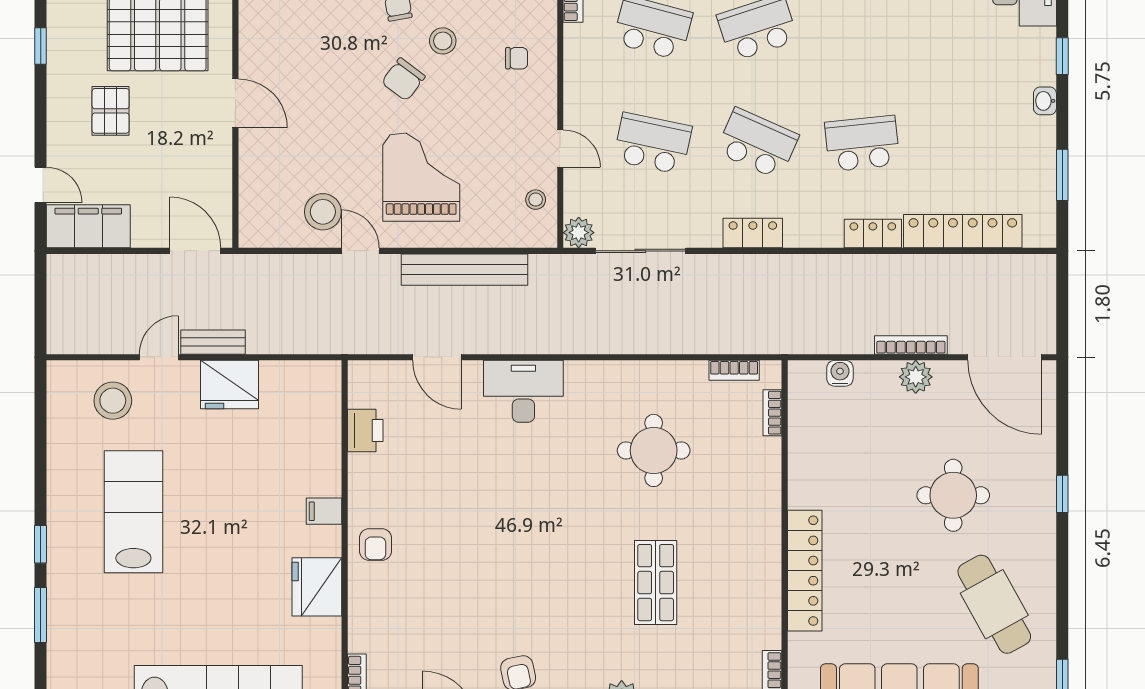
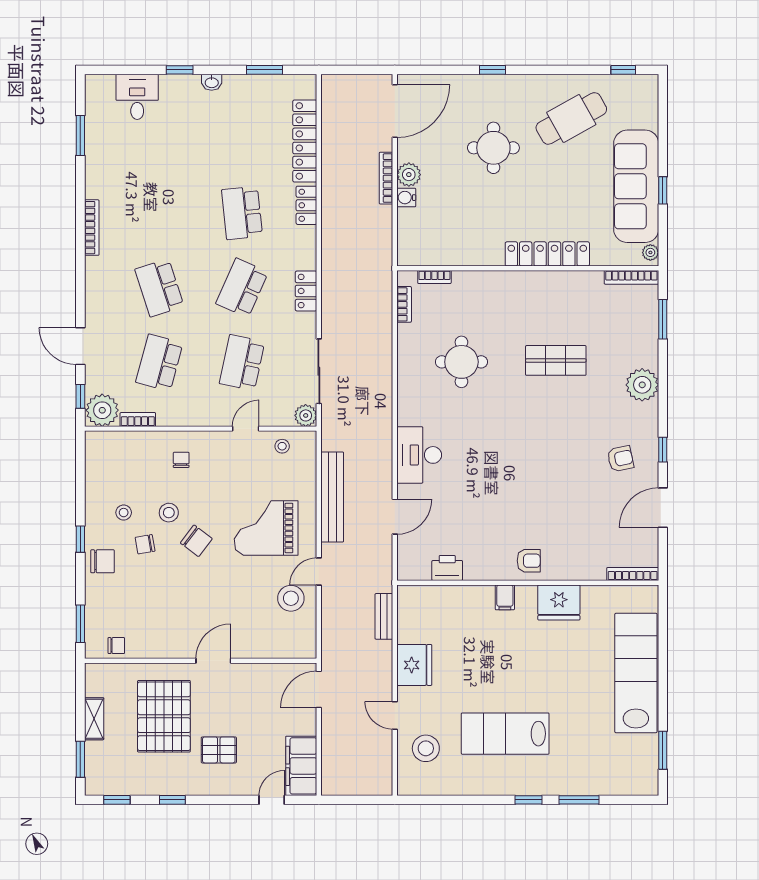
bench: (213, 342) -> (384, 616), moved
water cooler: (840, 373) -> (406, 198), moved

